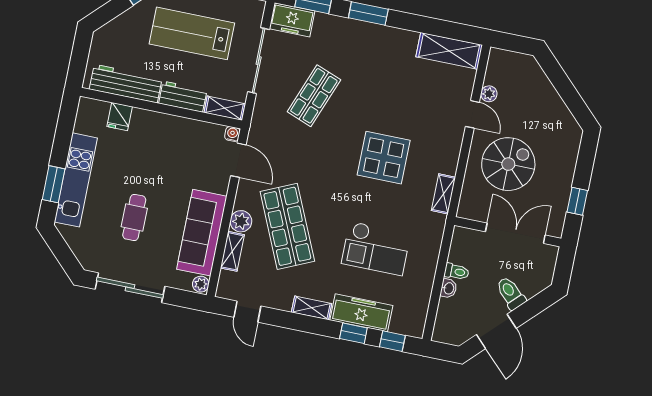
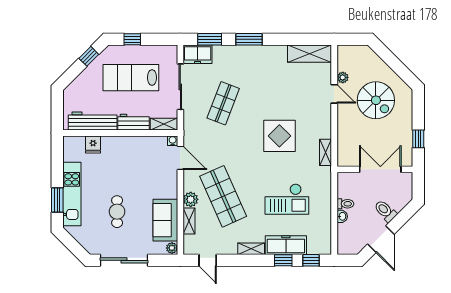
spiral stairs: (508, 164) -> (376, 100), moved, turned 90
sofa: (202, 233) -> (165, 220), width x0.73

